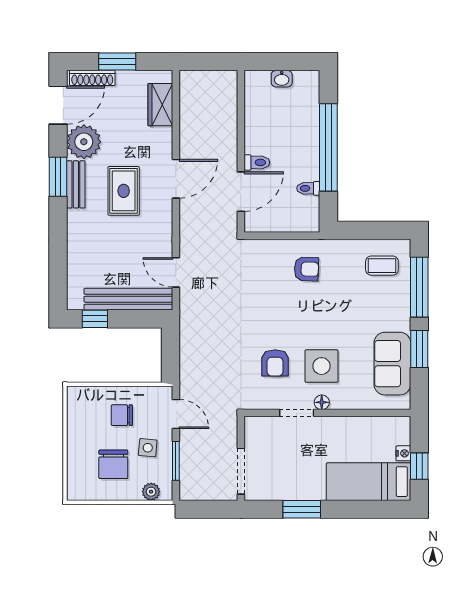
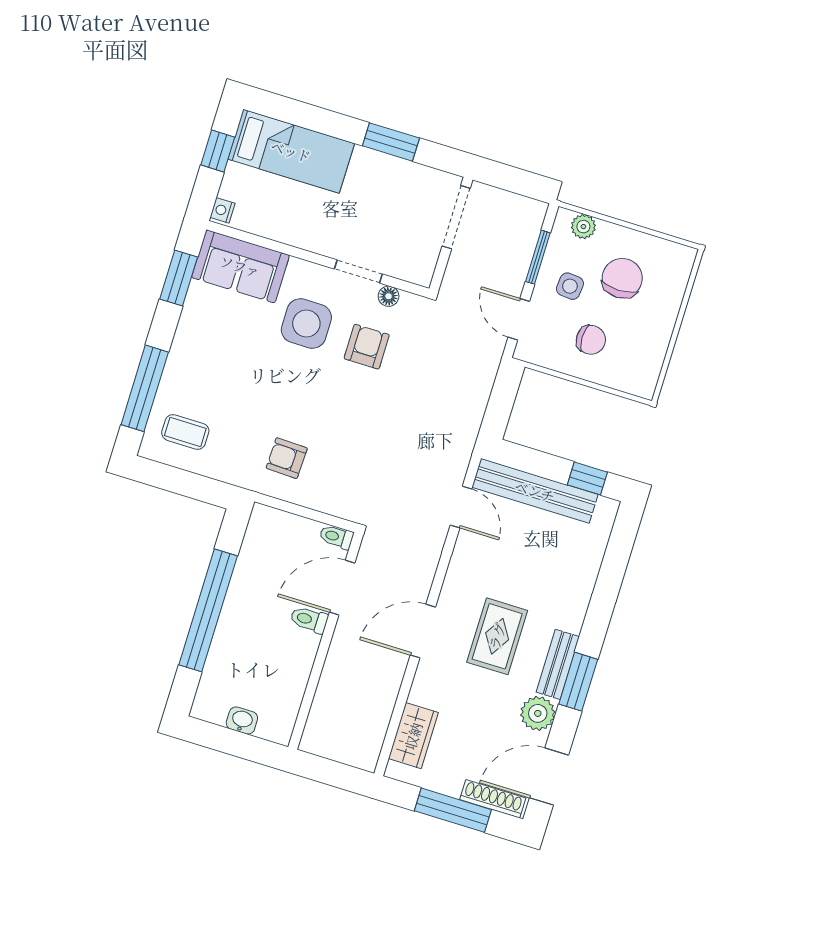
window: (117, 62) -> (453, 810), width x1.44
plant: (84, 142) -> (538, 713), width x0.73, depth x0.73
toilet: (308, 188) -> (336, 537), moved, turned 180
window: (419, 349) -> (179, 278), moved
sofa: (392, 364) -> (240, 266), moved, turned 90
floor lamp: (322, 402) -> (389, 296), moved
nightstand: (403, 453) -> (222, 210), moved

